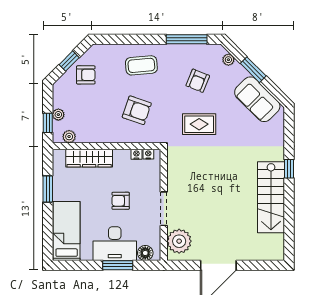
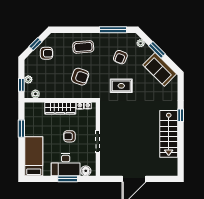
wardrobe: (89, 158) -> (60, 108), moved
plant: (179, 241) -> (108, 163), removed

